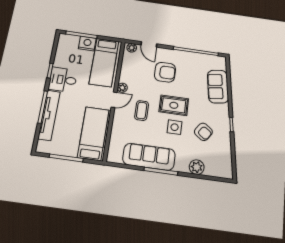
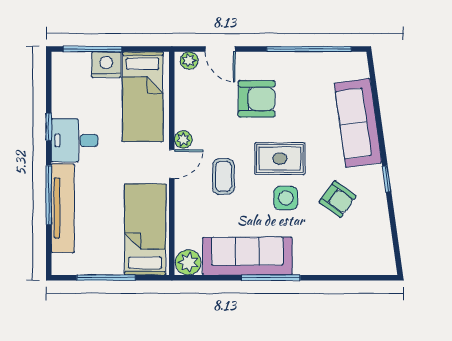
sofa: (218, 87) -> (358, 123), width x1.36
plant: (197, 167) -> (188, 262), moved

